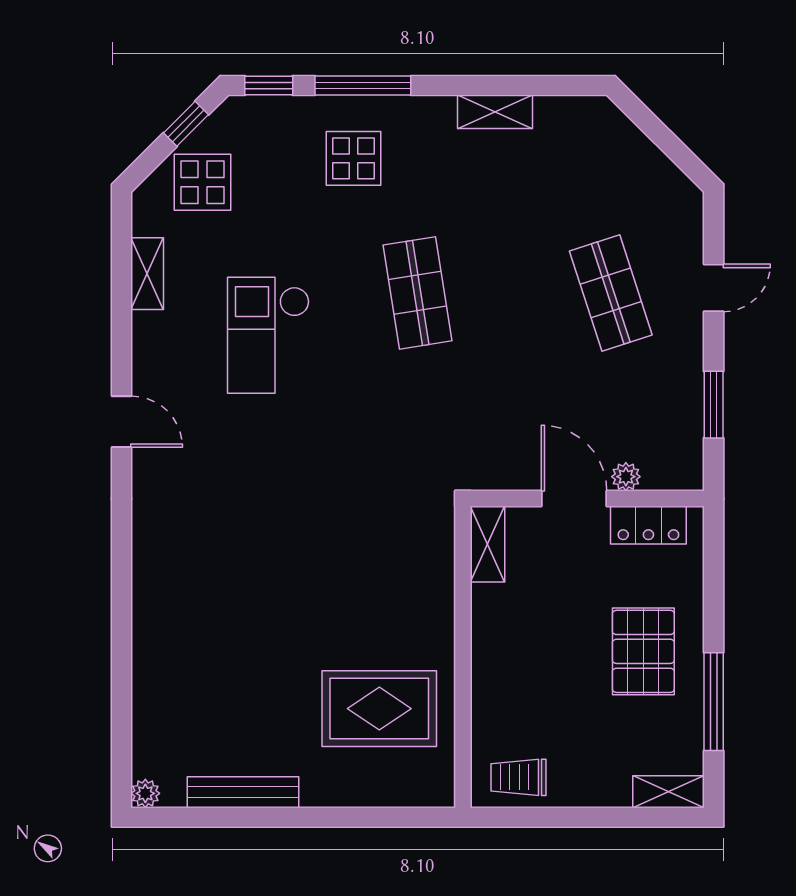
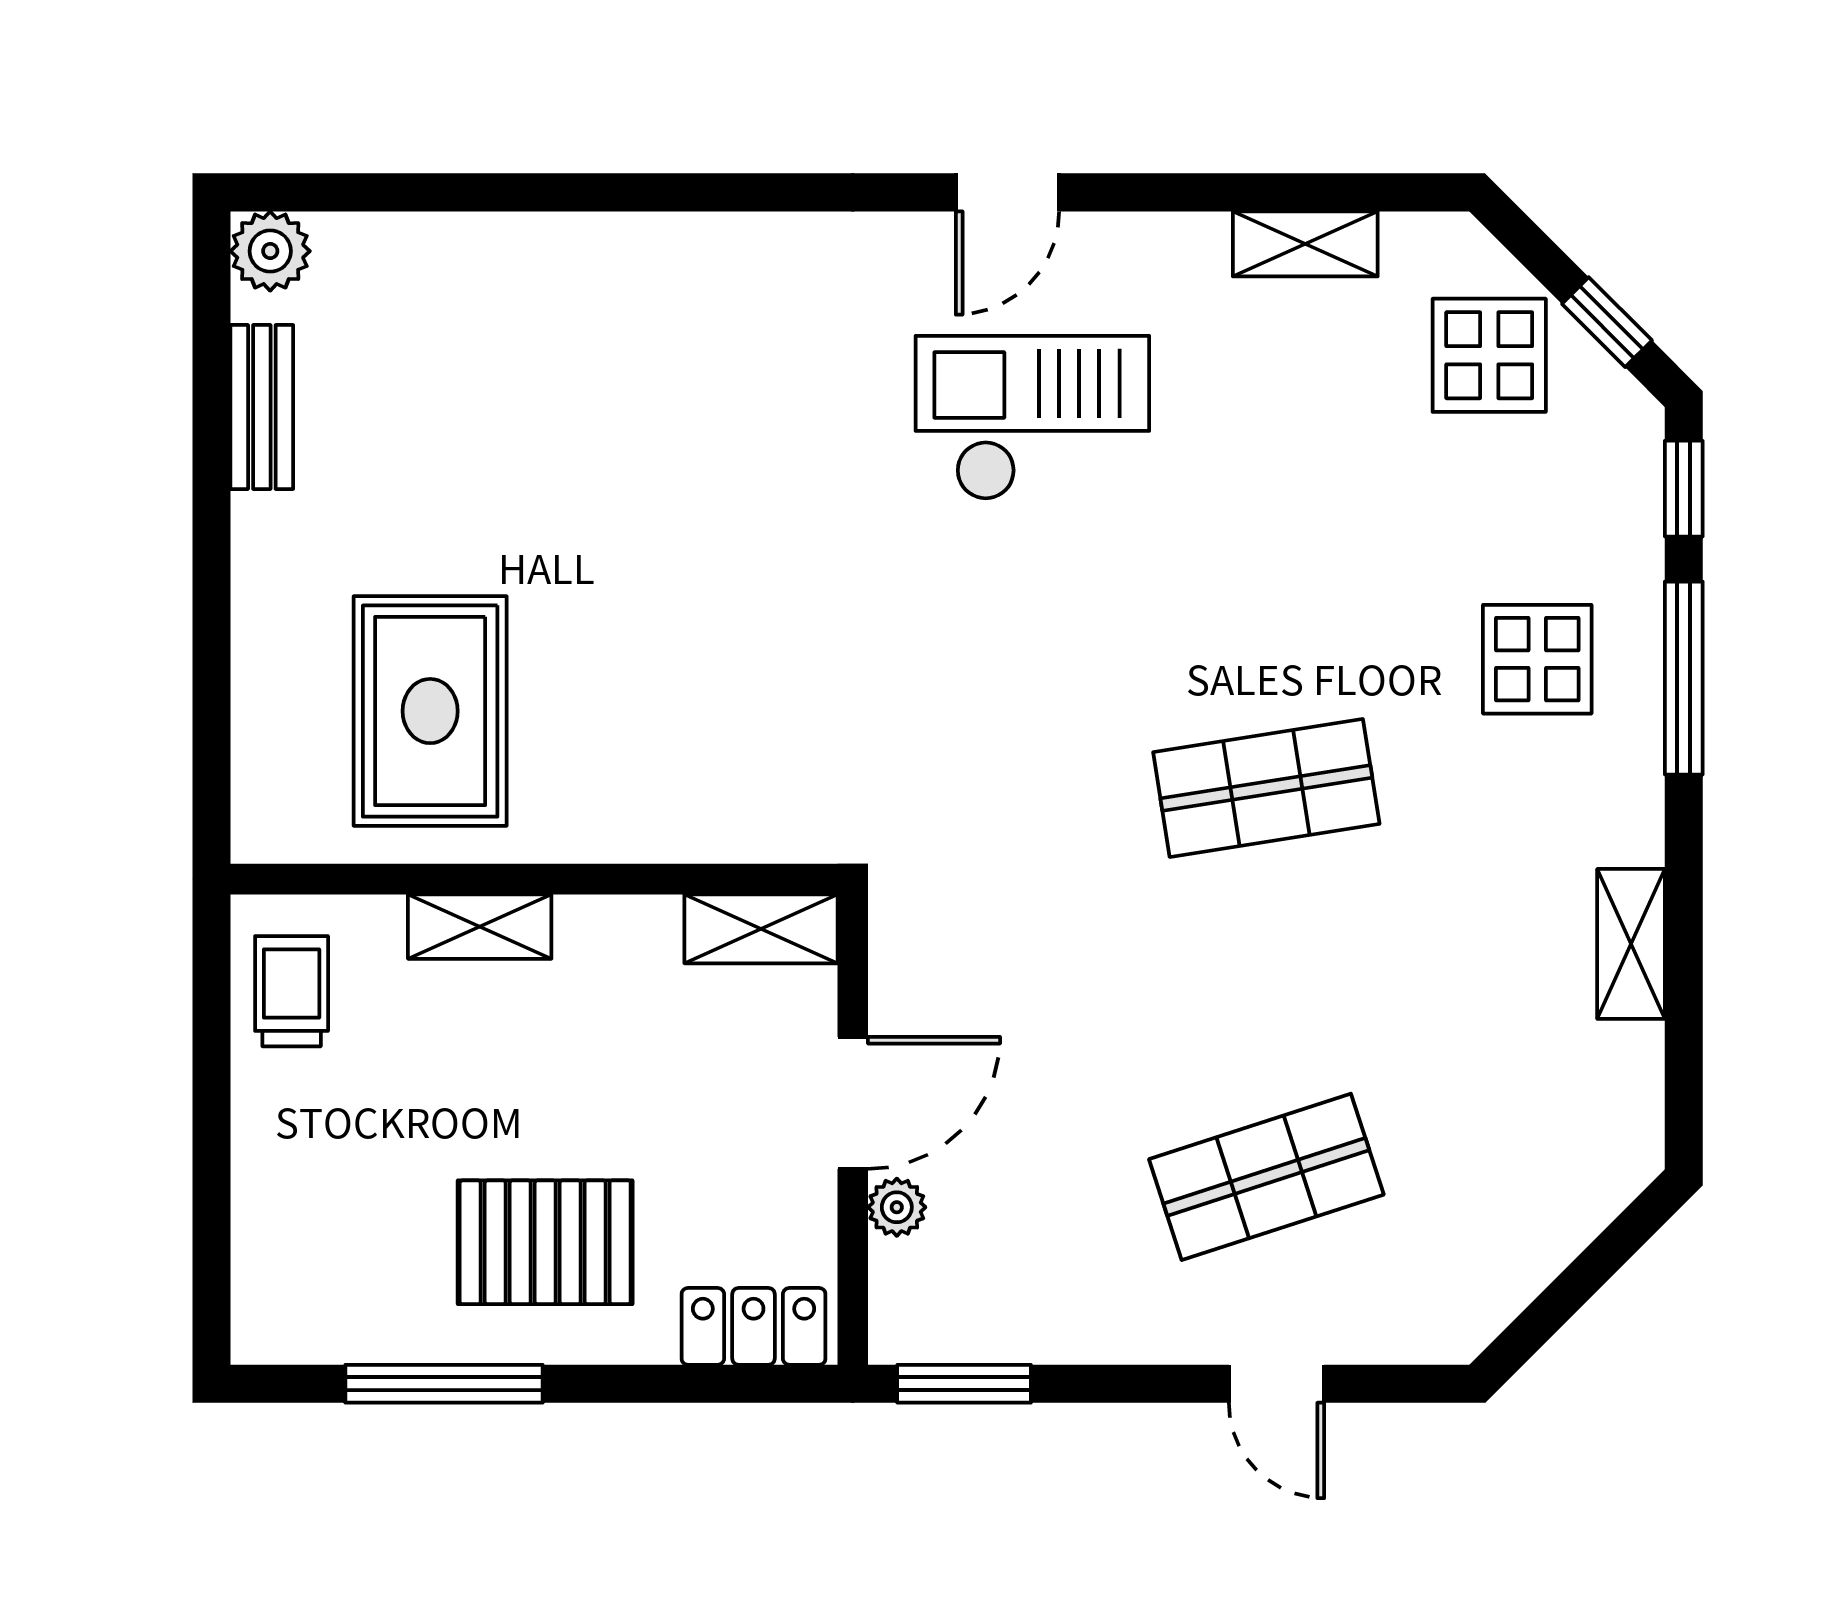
checkout: (268, 335) -> (1032, 418), moved
window: (714, 405) -> (964, 1384), moved
locker: (648, 525) -> (754, 1326), moved, turned 90
bench: (243, 792) -> (262, 407), width x0.73
shelving: (669, 792) -> (480, 927), moved, turned 90
plant: (145, 793) -> (270, 251), width x1.38, depth x1.38

